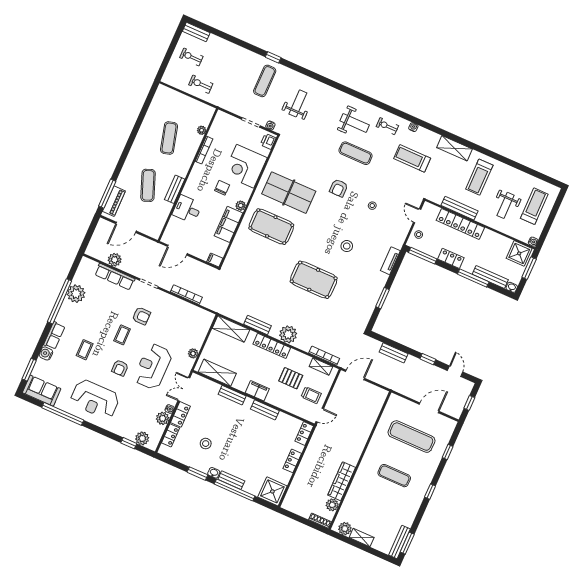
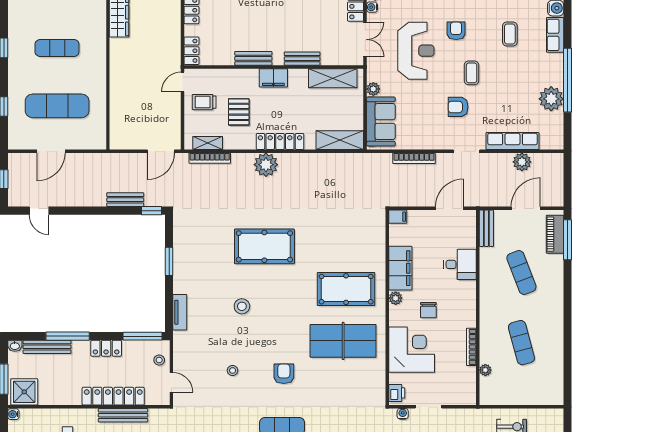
bench: (175, 189) -> (486, 228), moved
bench: (258, 325) -> (309, 160), removed
sofa: (198, 329) -> (381, 122), added
window: (428, 359) -> (151, 211), moved
pallet: (291, 378) -> (239, 112), turned 90

